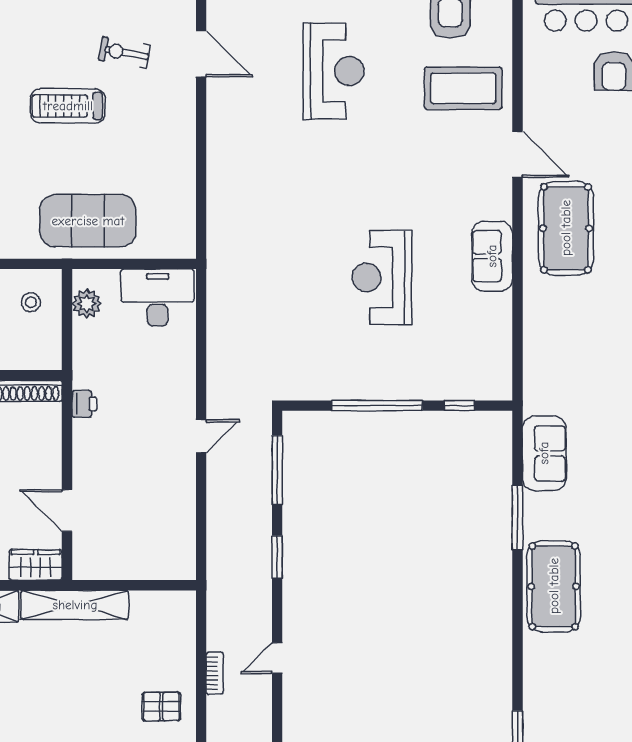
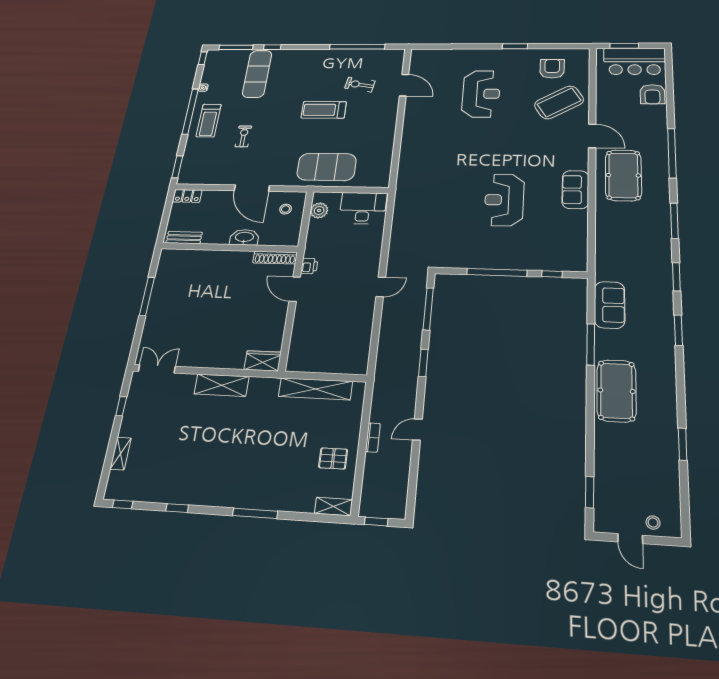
coffee table: (463, 88) -> (559, 102), turned -31
door: (67, 510) -> (295, 289), moved
shelving: (75, 605) -> (315, 389), moved

